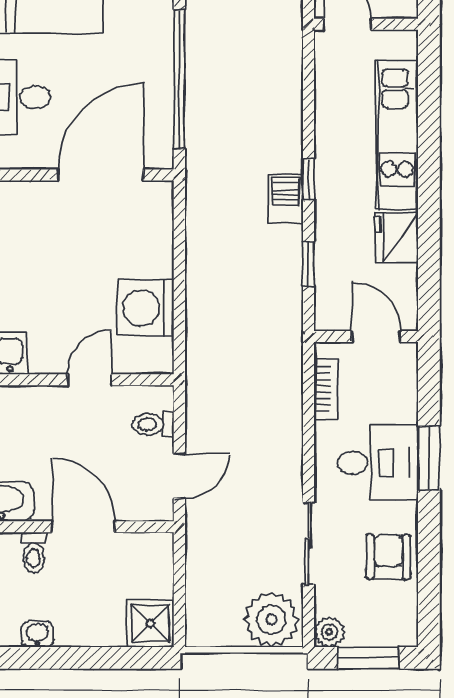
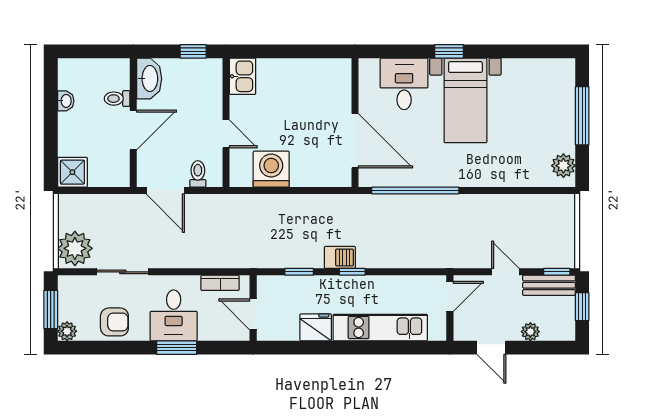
door: (376, 337) -> (253, 314), swing flipped
door: (179, 476) -> (165, 190), width x1.38
plant: (329, 632) -> (67, 331), moved

